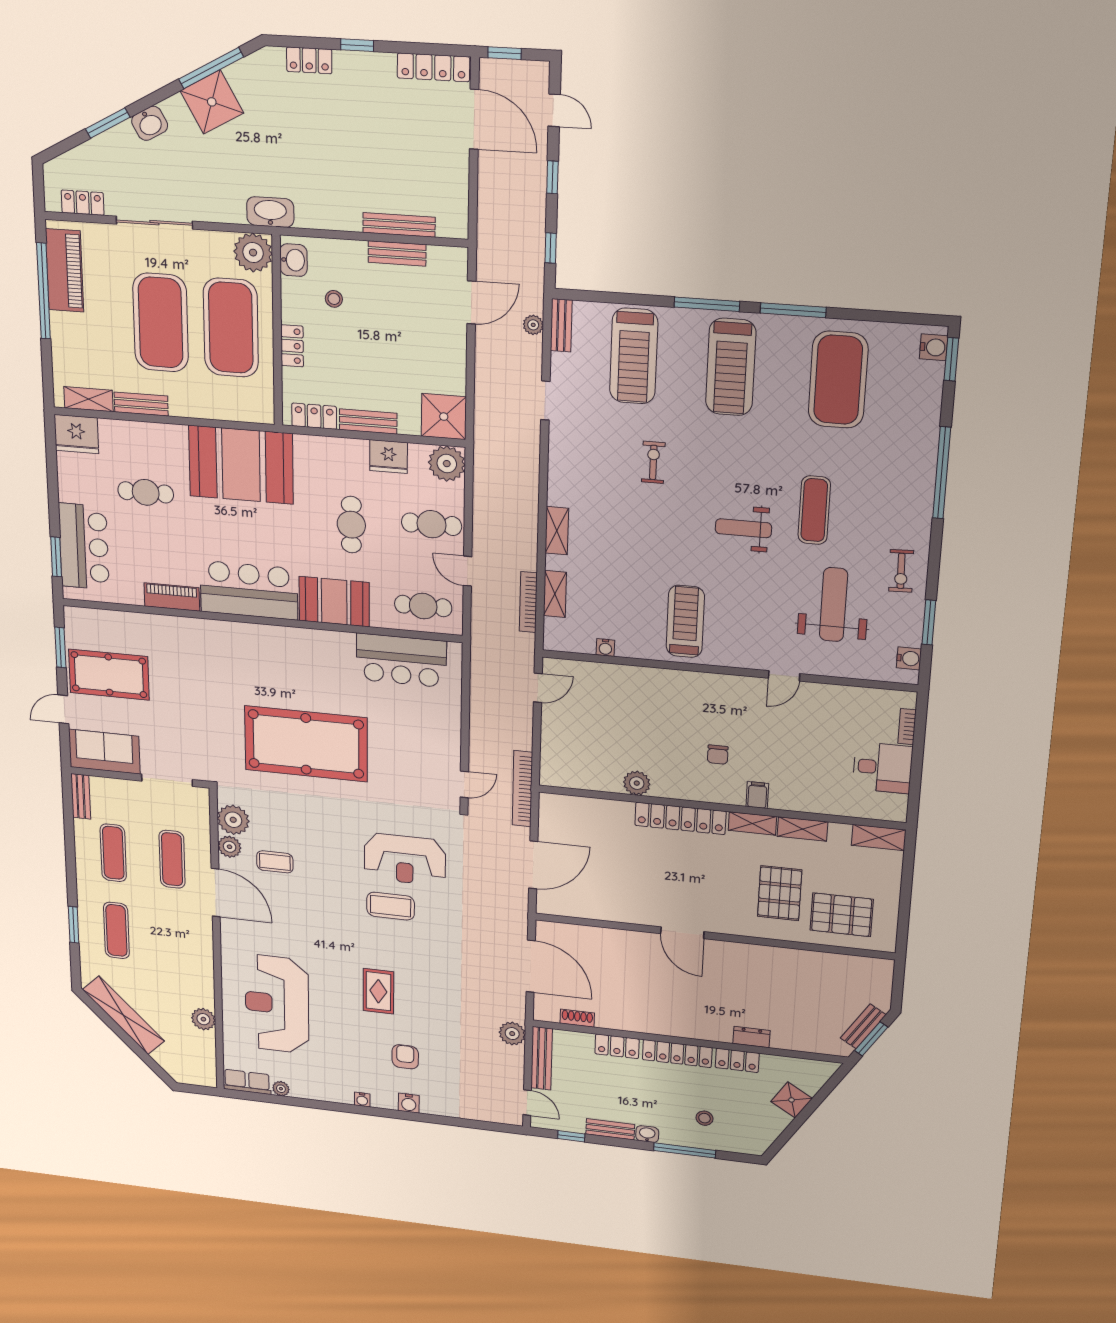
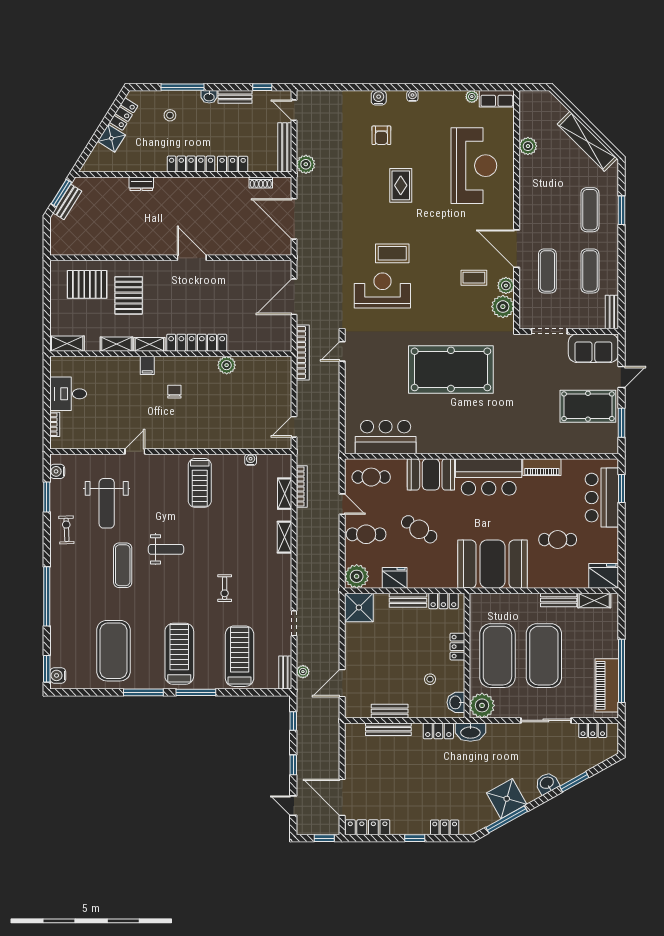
locker: (320, 217) -> (438, 731), added
cafe table: (351, 525) -> (419, 529), turned -57
locker: (737, 1060) -> (124, 114), moved, turned 122

